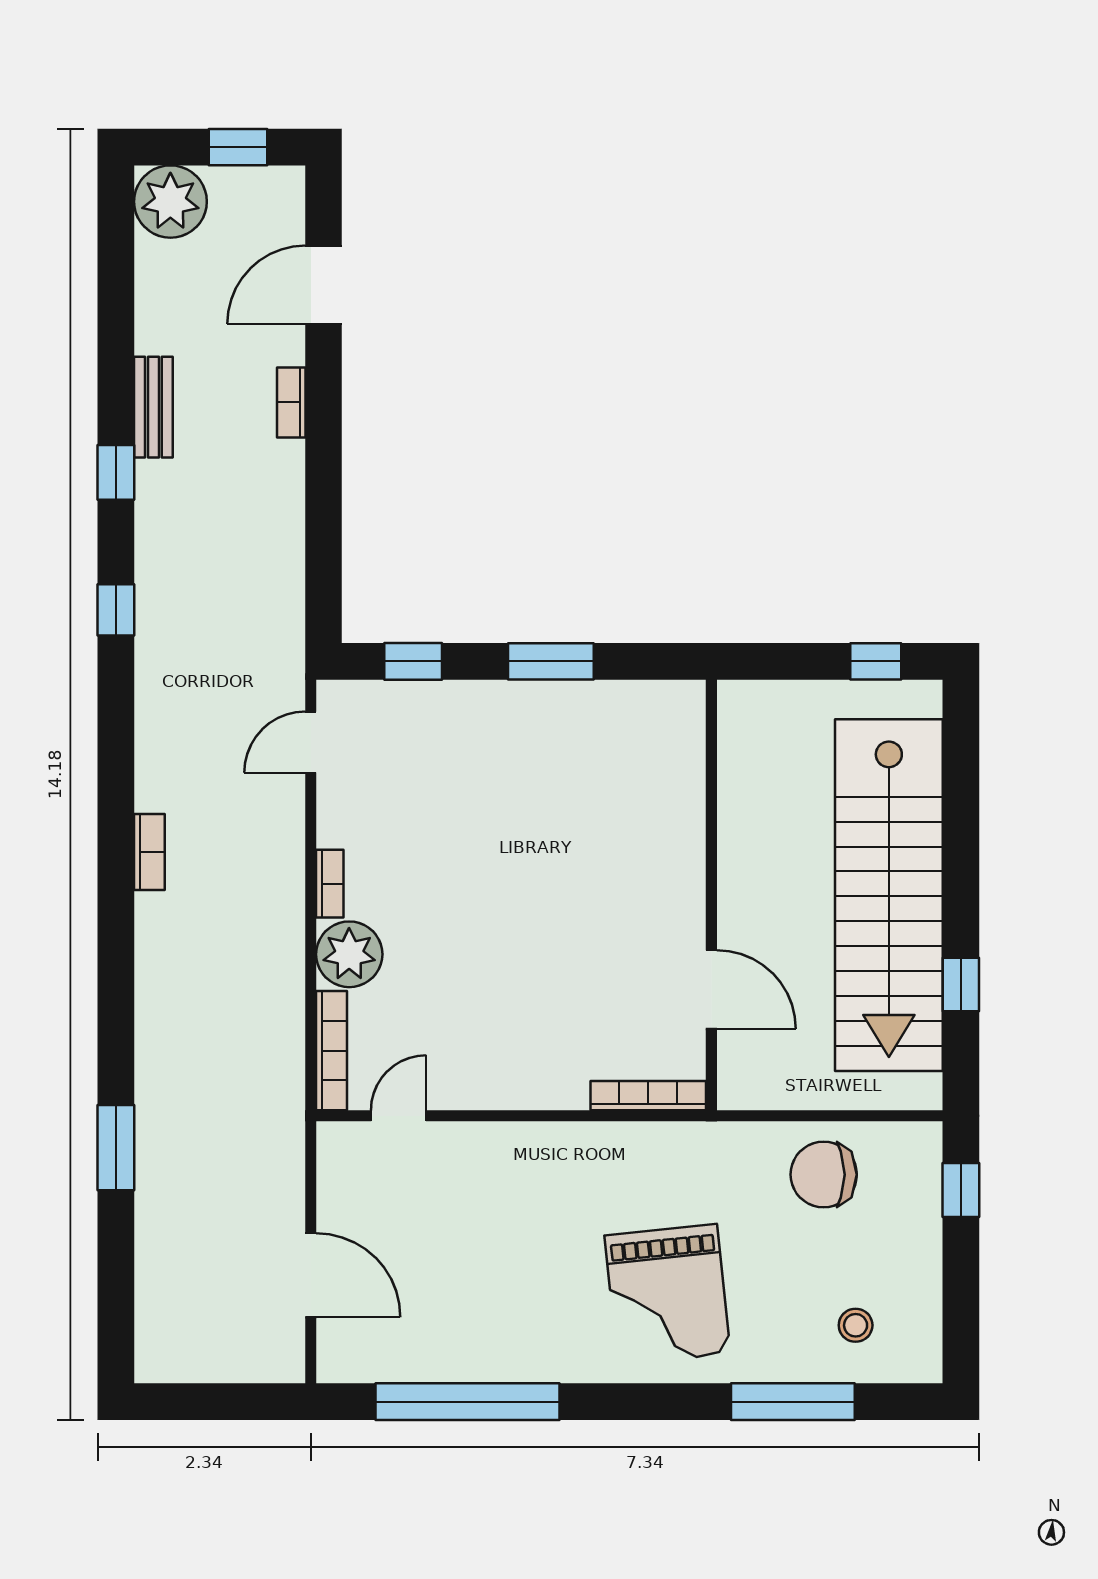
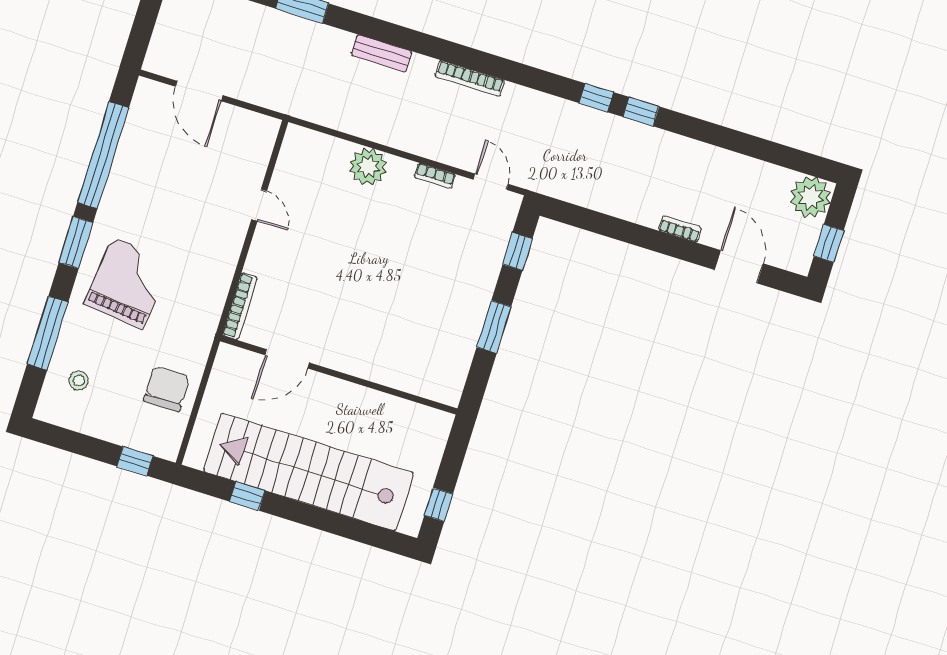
bench: (153, 407) -> (381, 53), moved
window: (116, 472) -> (641, 112), moved
bookcase: (149, 852) -> (470, 78), width x1.56
bookcase: (330, 884) -> (435, 176), moved
bookcase: (332, 1051) -> (318, 141), removed
door: (399, 1116) -> (259, 205), moved
door: (311, 1275) -> (199, 91), hinge flipped
grand piano: (667, 1294) -> (128, 283), turned 102
window: (627, 1402) -> (76, 242), added

